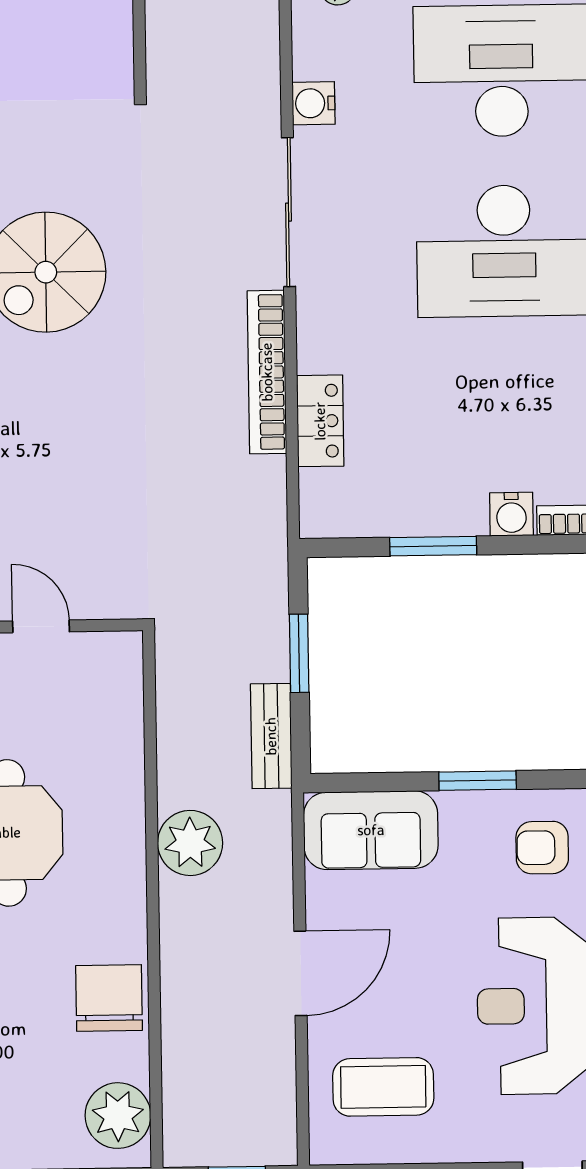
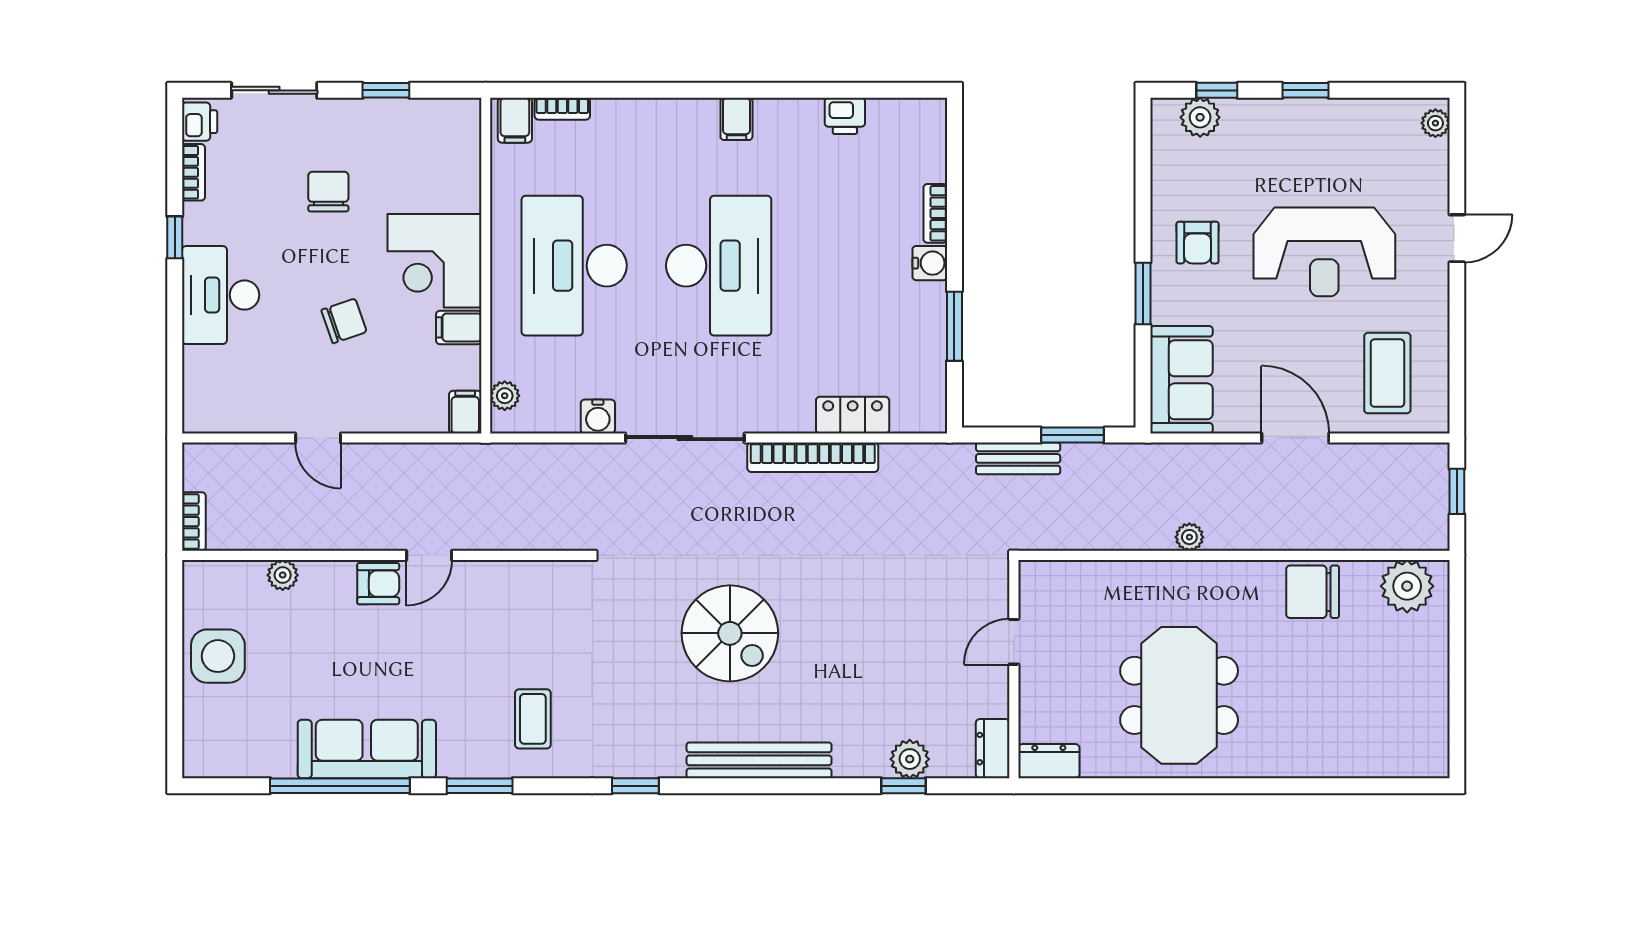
window: (299, 653) -> (1073, 435), moved
bench: (271, 736) -> (1018, 458), moved
plant: (190, 843) -> (1189, 537), width x0.53, depth x0.53

